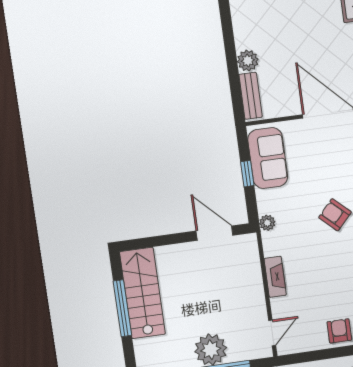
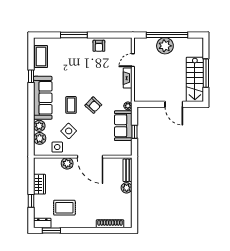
sofa: (268, 158) -> (123, 126), moved
door: (214, 233) -> (174, 104), moved
door: (272, 333) -> (133, 60), moved

